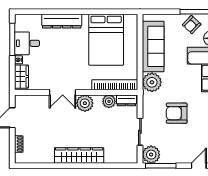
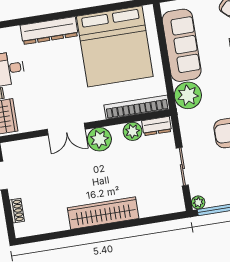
bed: (106, 40) -> (115, 46), width x1.36
plant: (151, 155) -> (198, 202), width x0.53, depth x0.53

